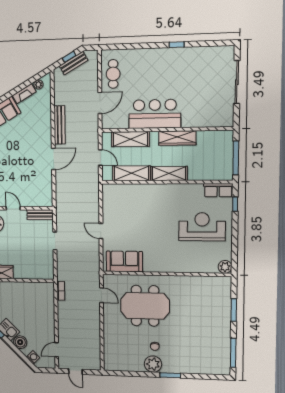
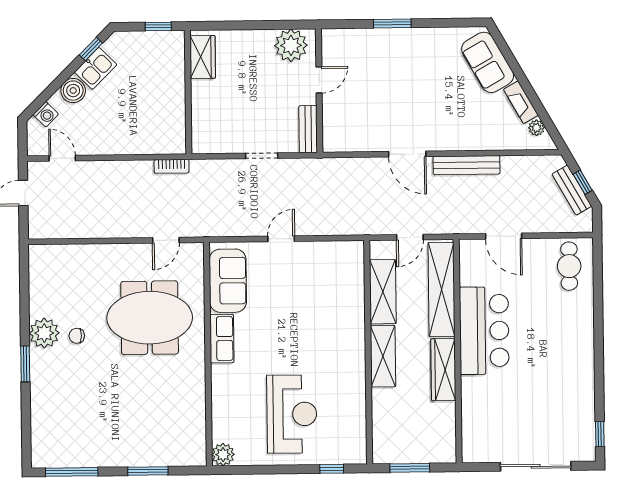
window: (177, 45) -> (600, 434), moved
cafe table: (113, 74) -> (569, 266), moved, turned 90
shelving: (130, 139) -> (441, 289), width x1.47
window: (236, 158) -> (410, 468), width x0.69
row of seats: (218, 190) -> (222, 339), moved, turned 180
meeting table: (145, 306) -> (150, 318), turned 90

